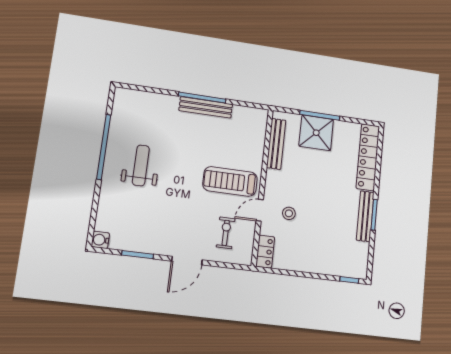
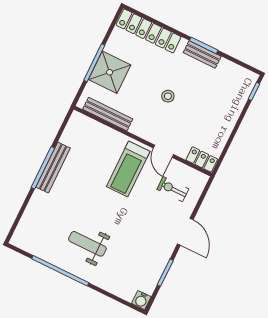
stool: (289, 213) -> (168, 96), moved
bench: (365, 216) -> (202, 54), width x0.73

